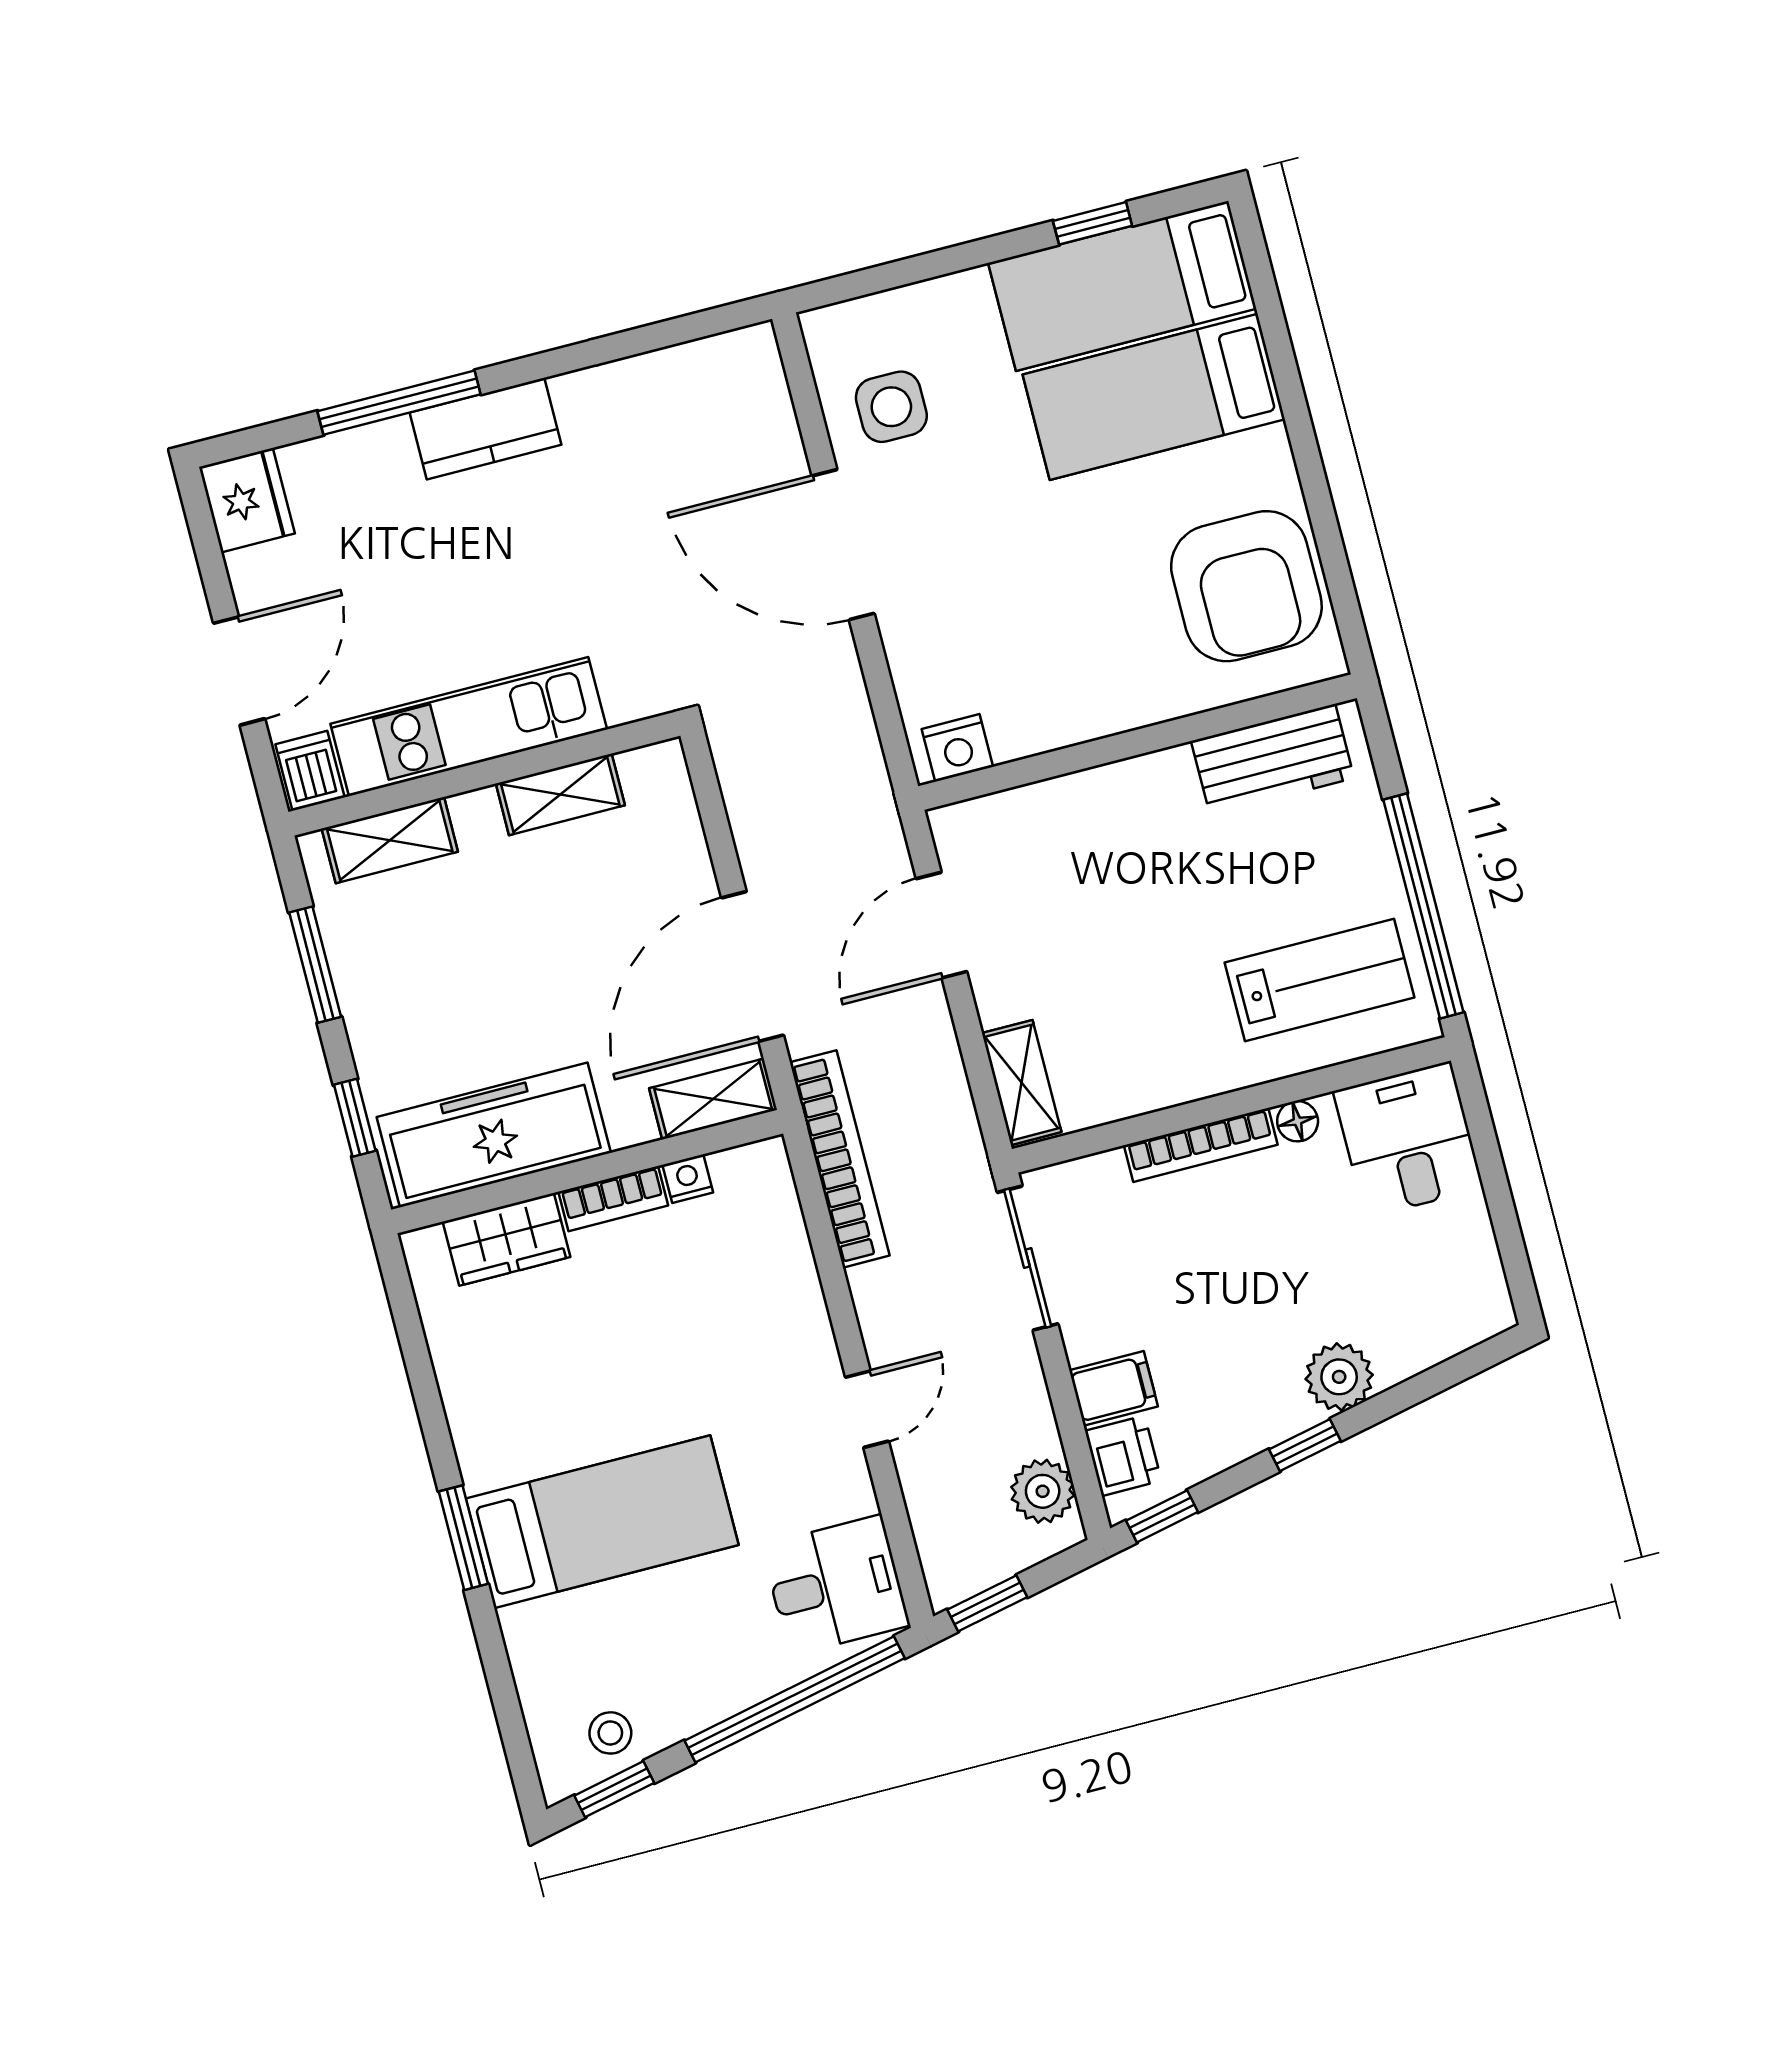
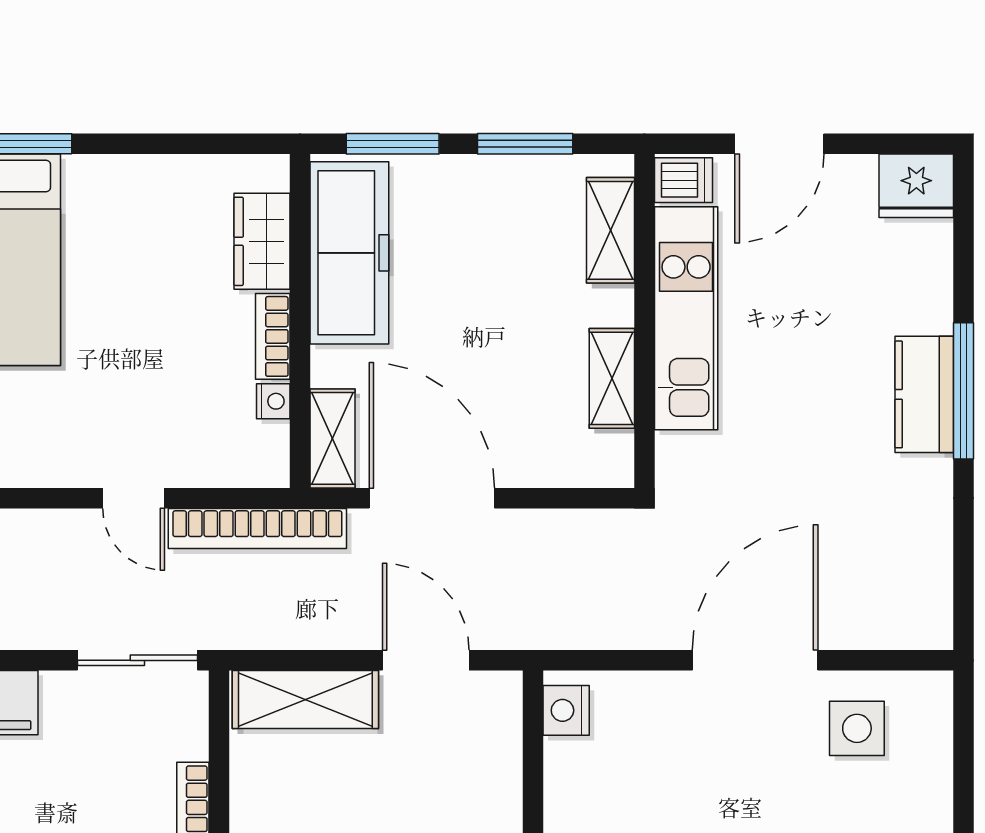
window: (399, 403) -> (964, 391), moved
door: (239, 671) -> (779, 144), hinge flipped
shelving: (1022, 1083) -> (305, 700), width x1.50, depth x1.33
window: (355, 1118) -> (393, 144), width x1.50
door: (867, 1409) -> (134, 498), moved

